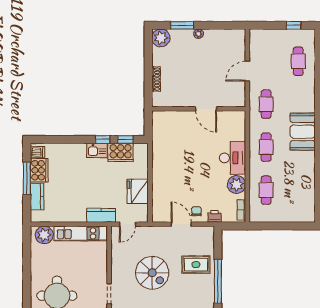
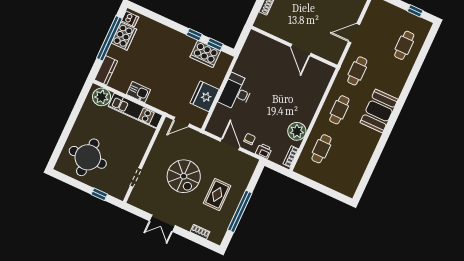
kitchen sink: (97, 150) -> (138, 92), moved, turned 180
desk: (232, 158) -> (236, 92), moved, turned 180
window: (27, 178) -> (109, 38), width x1.46
kitchen counter: (37, 196) -> (106, 70), moved
kitchen counter: (101, 215) -> (161, 103), removed
rug: (196, 265) -> (217, 195), moved, turned 90

